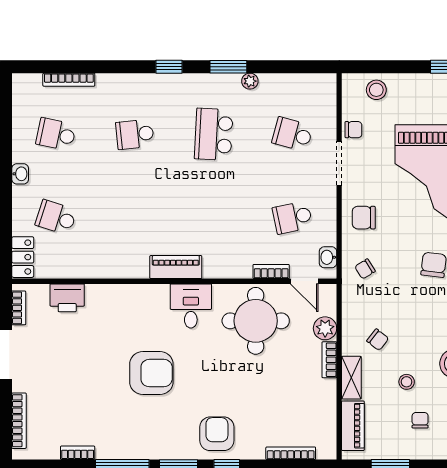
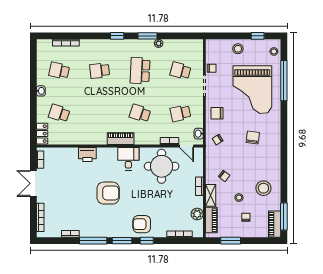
stool: (376, 90) -> (238, 49), moved
school desk: (214, 217) -> (140, 113), added
printer: (67, 298) -> (87, 154), moved
plant: (325, 328) -> (197, 214), moved
armchair: (217, 434) -> (142, 224), turned -90

